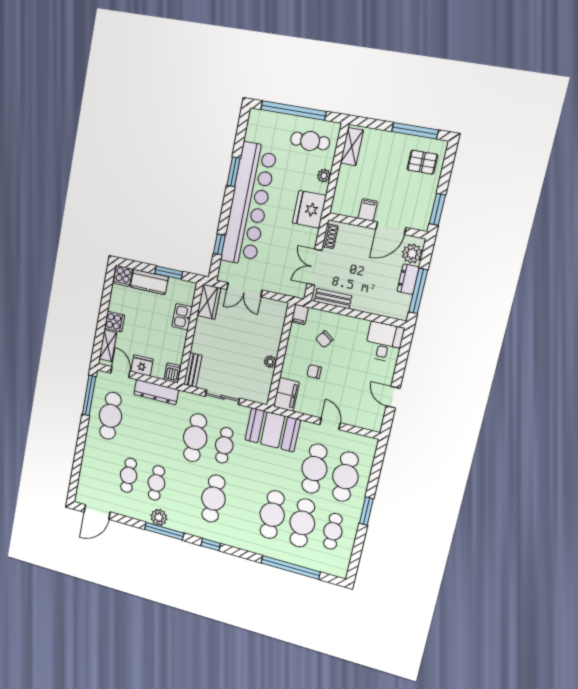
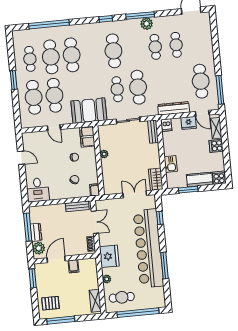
window: (233, 172) -> (164, 266), width x1.44

